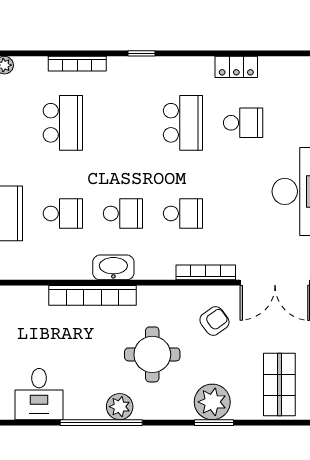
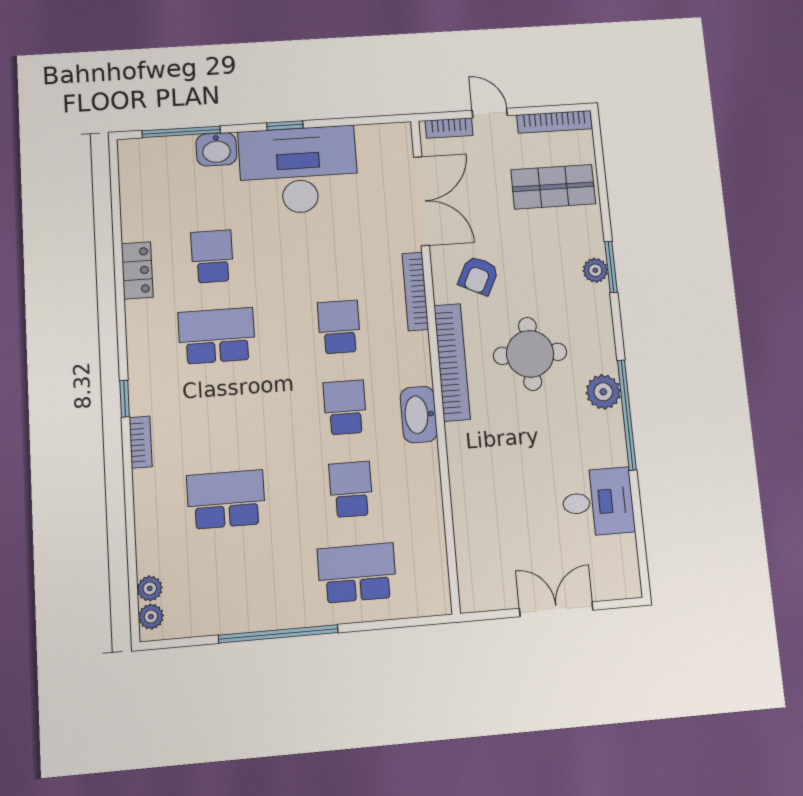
bookcase: (77, 64) -> (141, 442), moved, width x0.64
bookcase: (93, 295) -> (452, 362), moved
armchair: (214, 321) -> (478, 276), turned -118
plant: (212, 402) -> (595, 270), width x0.53, depth x0.53

